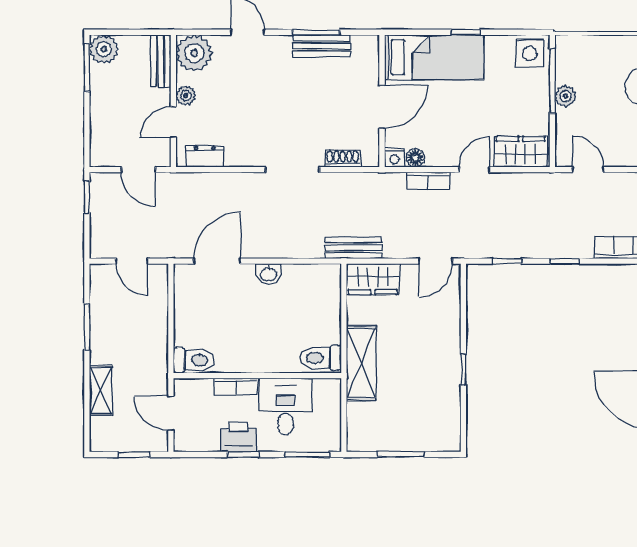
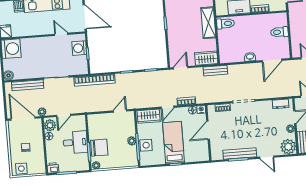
bench: (322, 46) -> (240, 154), width x1.36
side table: (530, 53) -> (146, 145), moved
bed: (434, 57) -> (174, 143), moved, turned 90
door: (588, 170) -> (120, 111), swing flipped
toilet: (194, 360) -> (279, 32), moved

